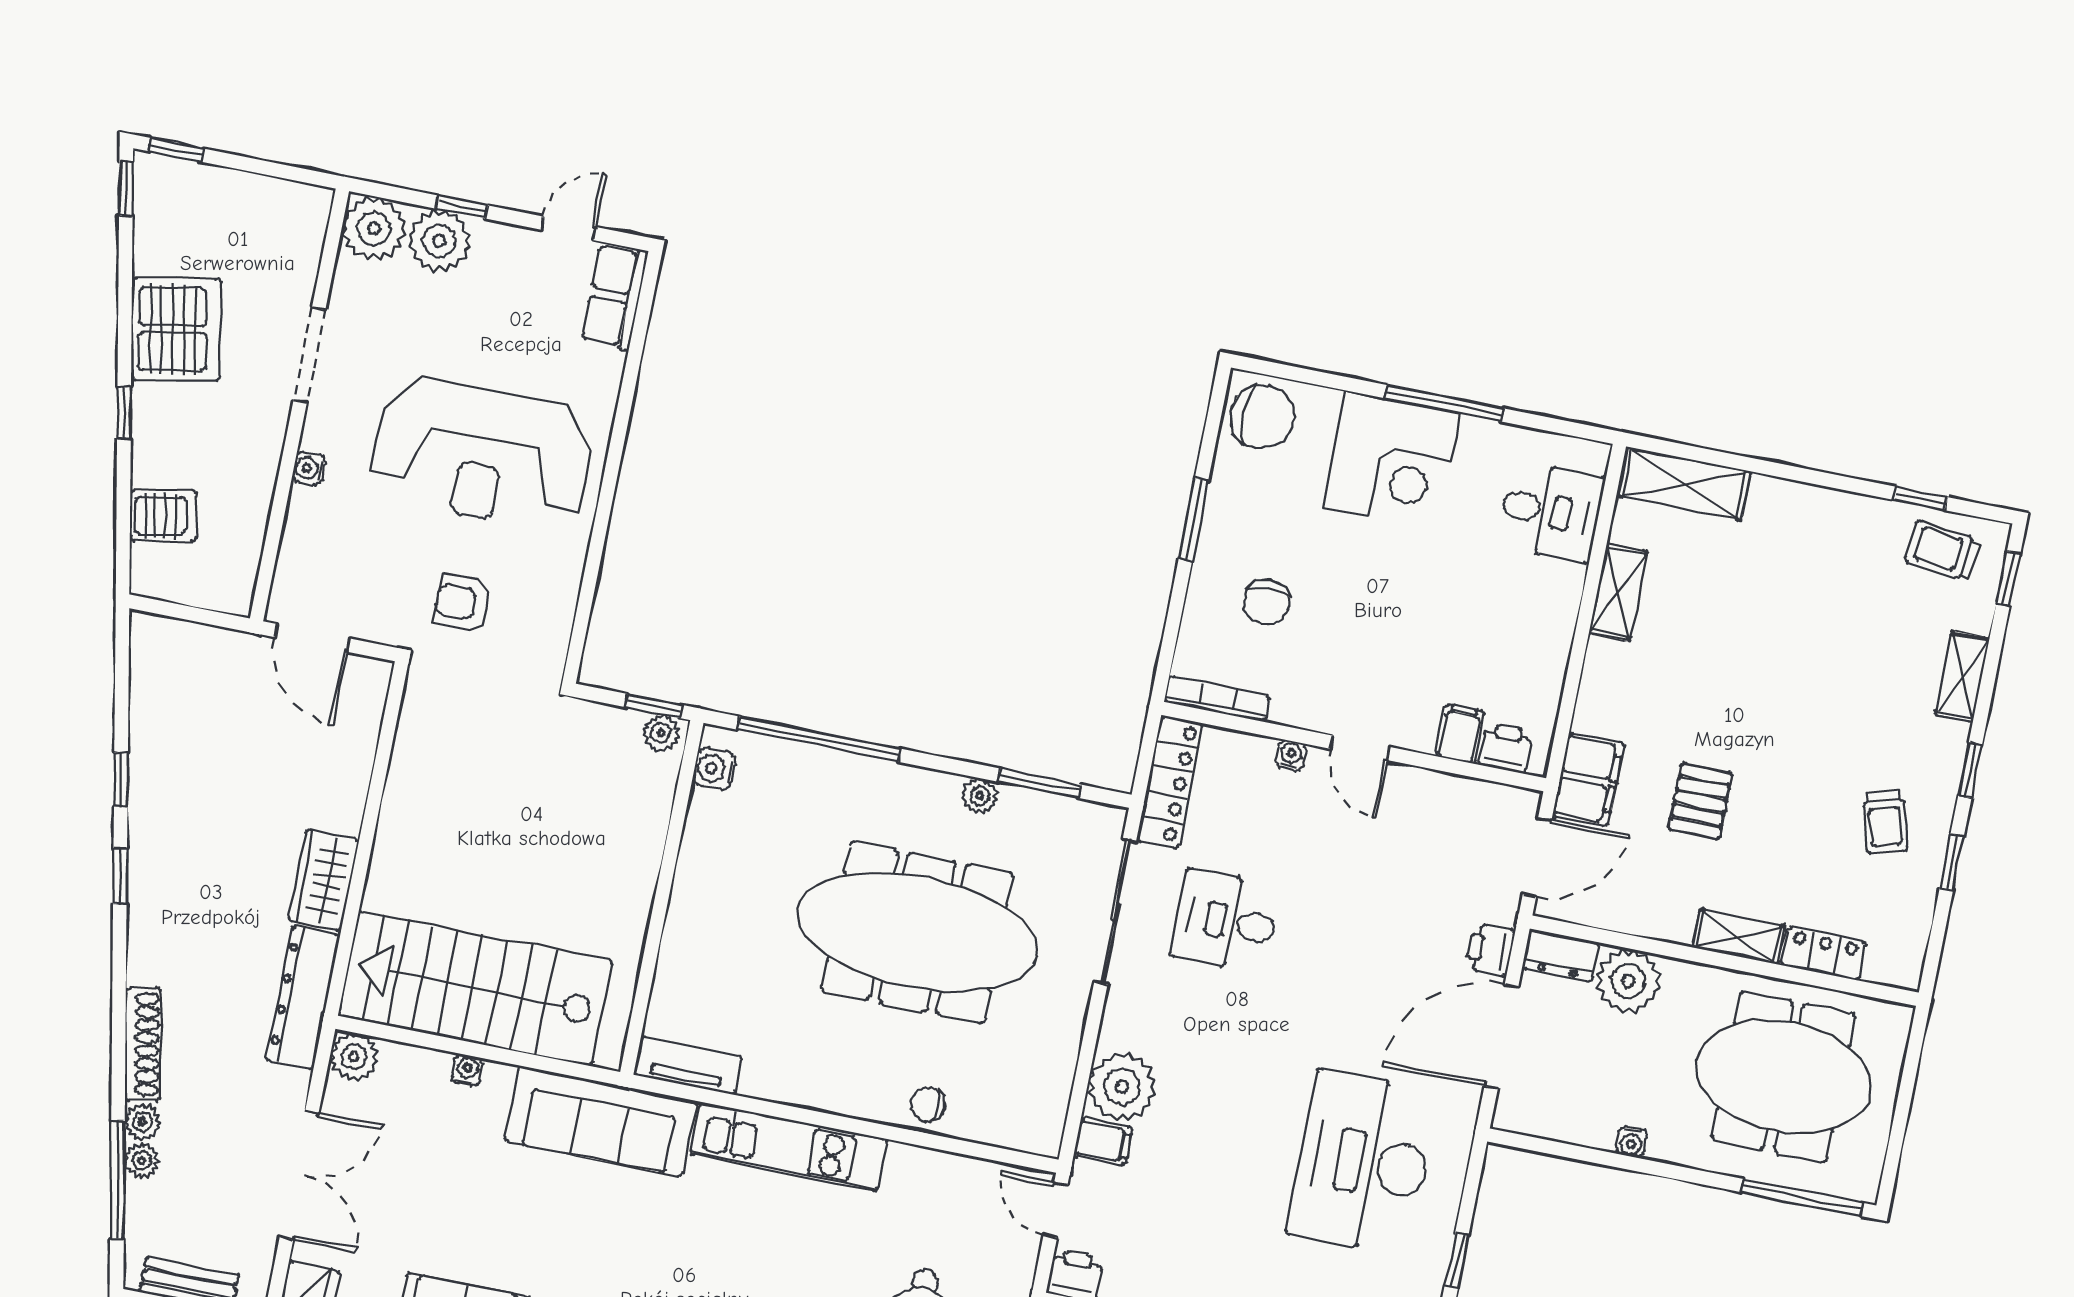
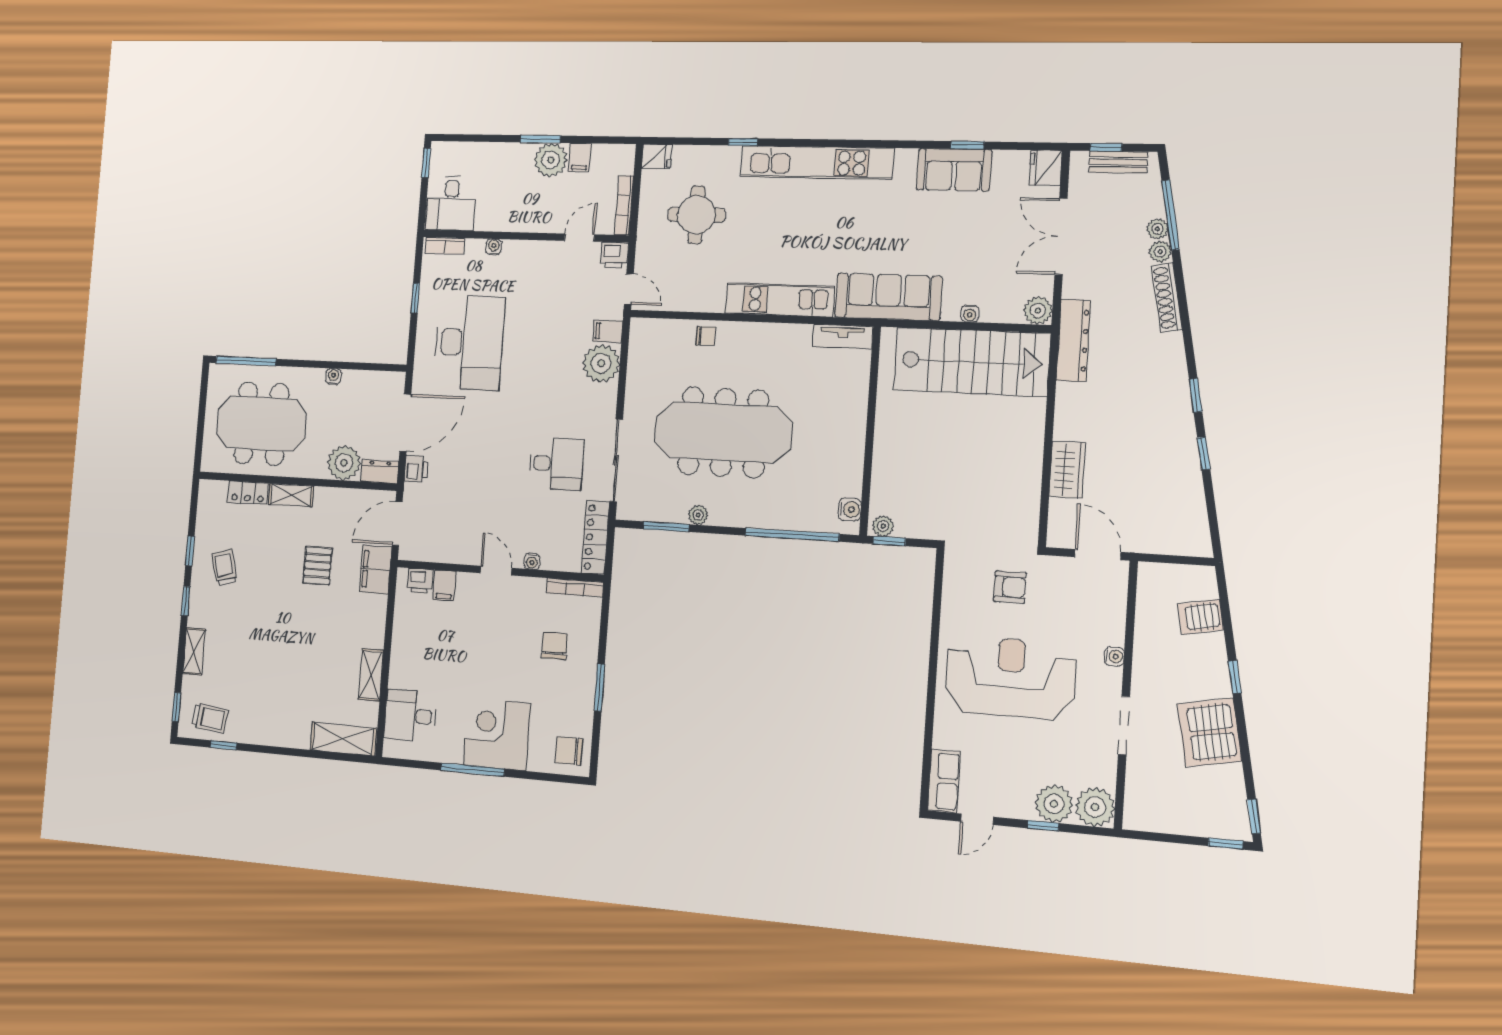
chair: (1262, 417) -> (569, 751), width x0.73, depth x0.73
wardrobe: (324, 880) -> (1067, 470), moved

